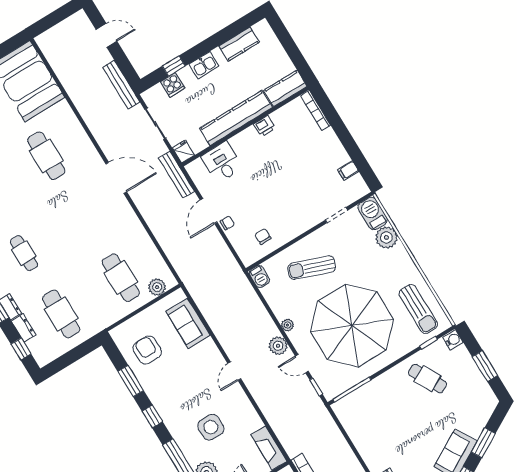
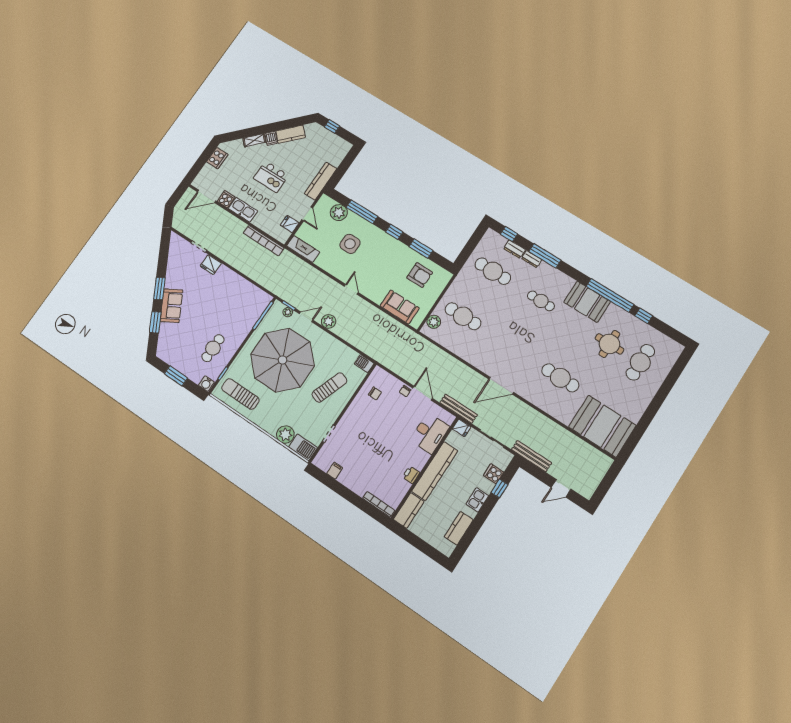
desk: (222, 162) -> (430, 433), width x1.37
plant: (288, 325) -> (288, 312), moved
cafe table: (428, 379) -> (213, 348), turned -62

